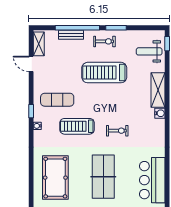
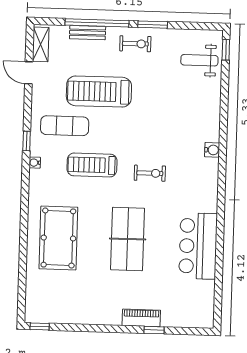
treadmill: (104, 73) -> (99, 91), moved
shelving: (158, 90) -> (210, 116), removed

